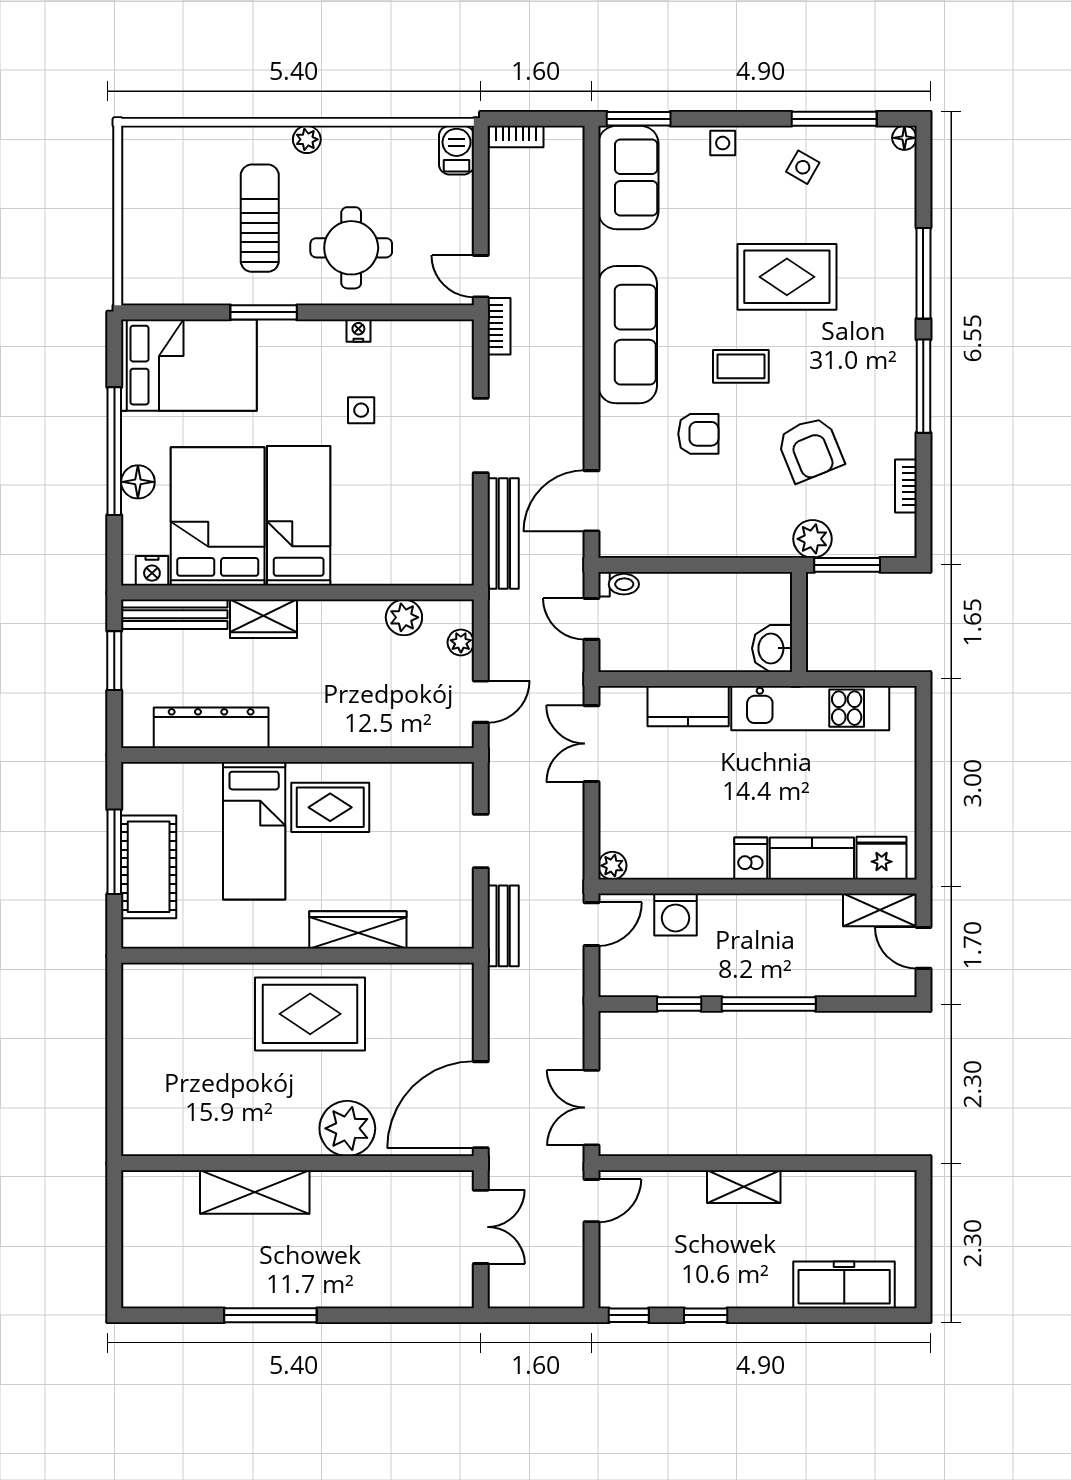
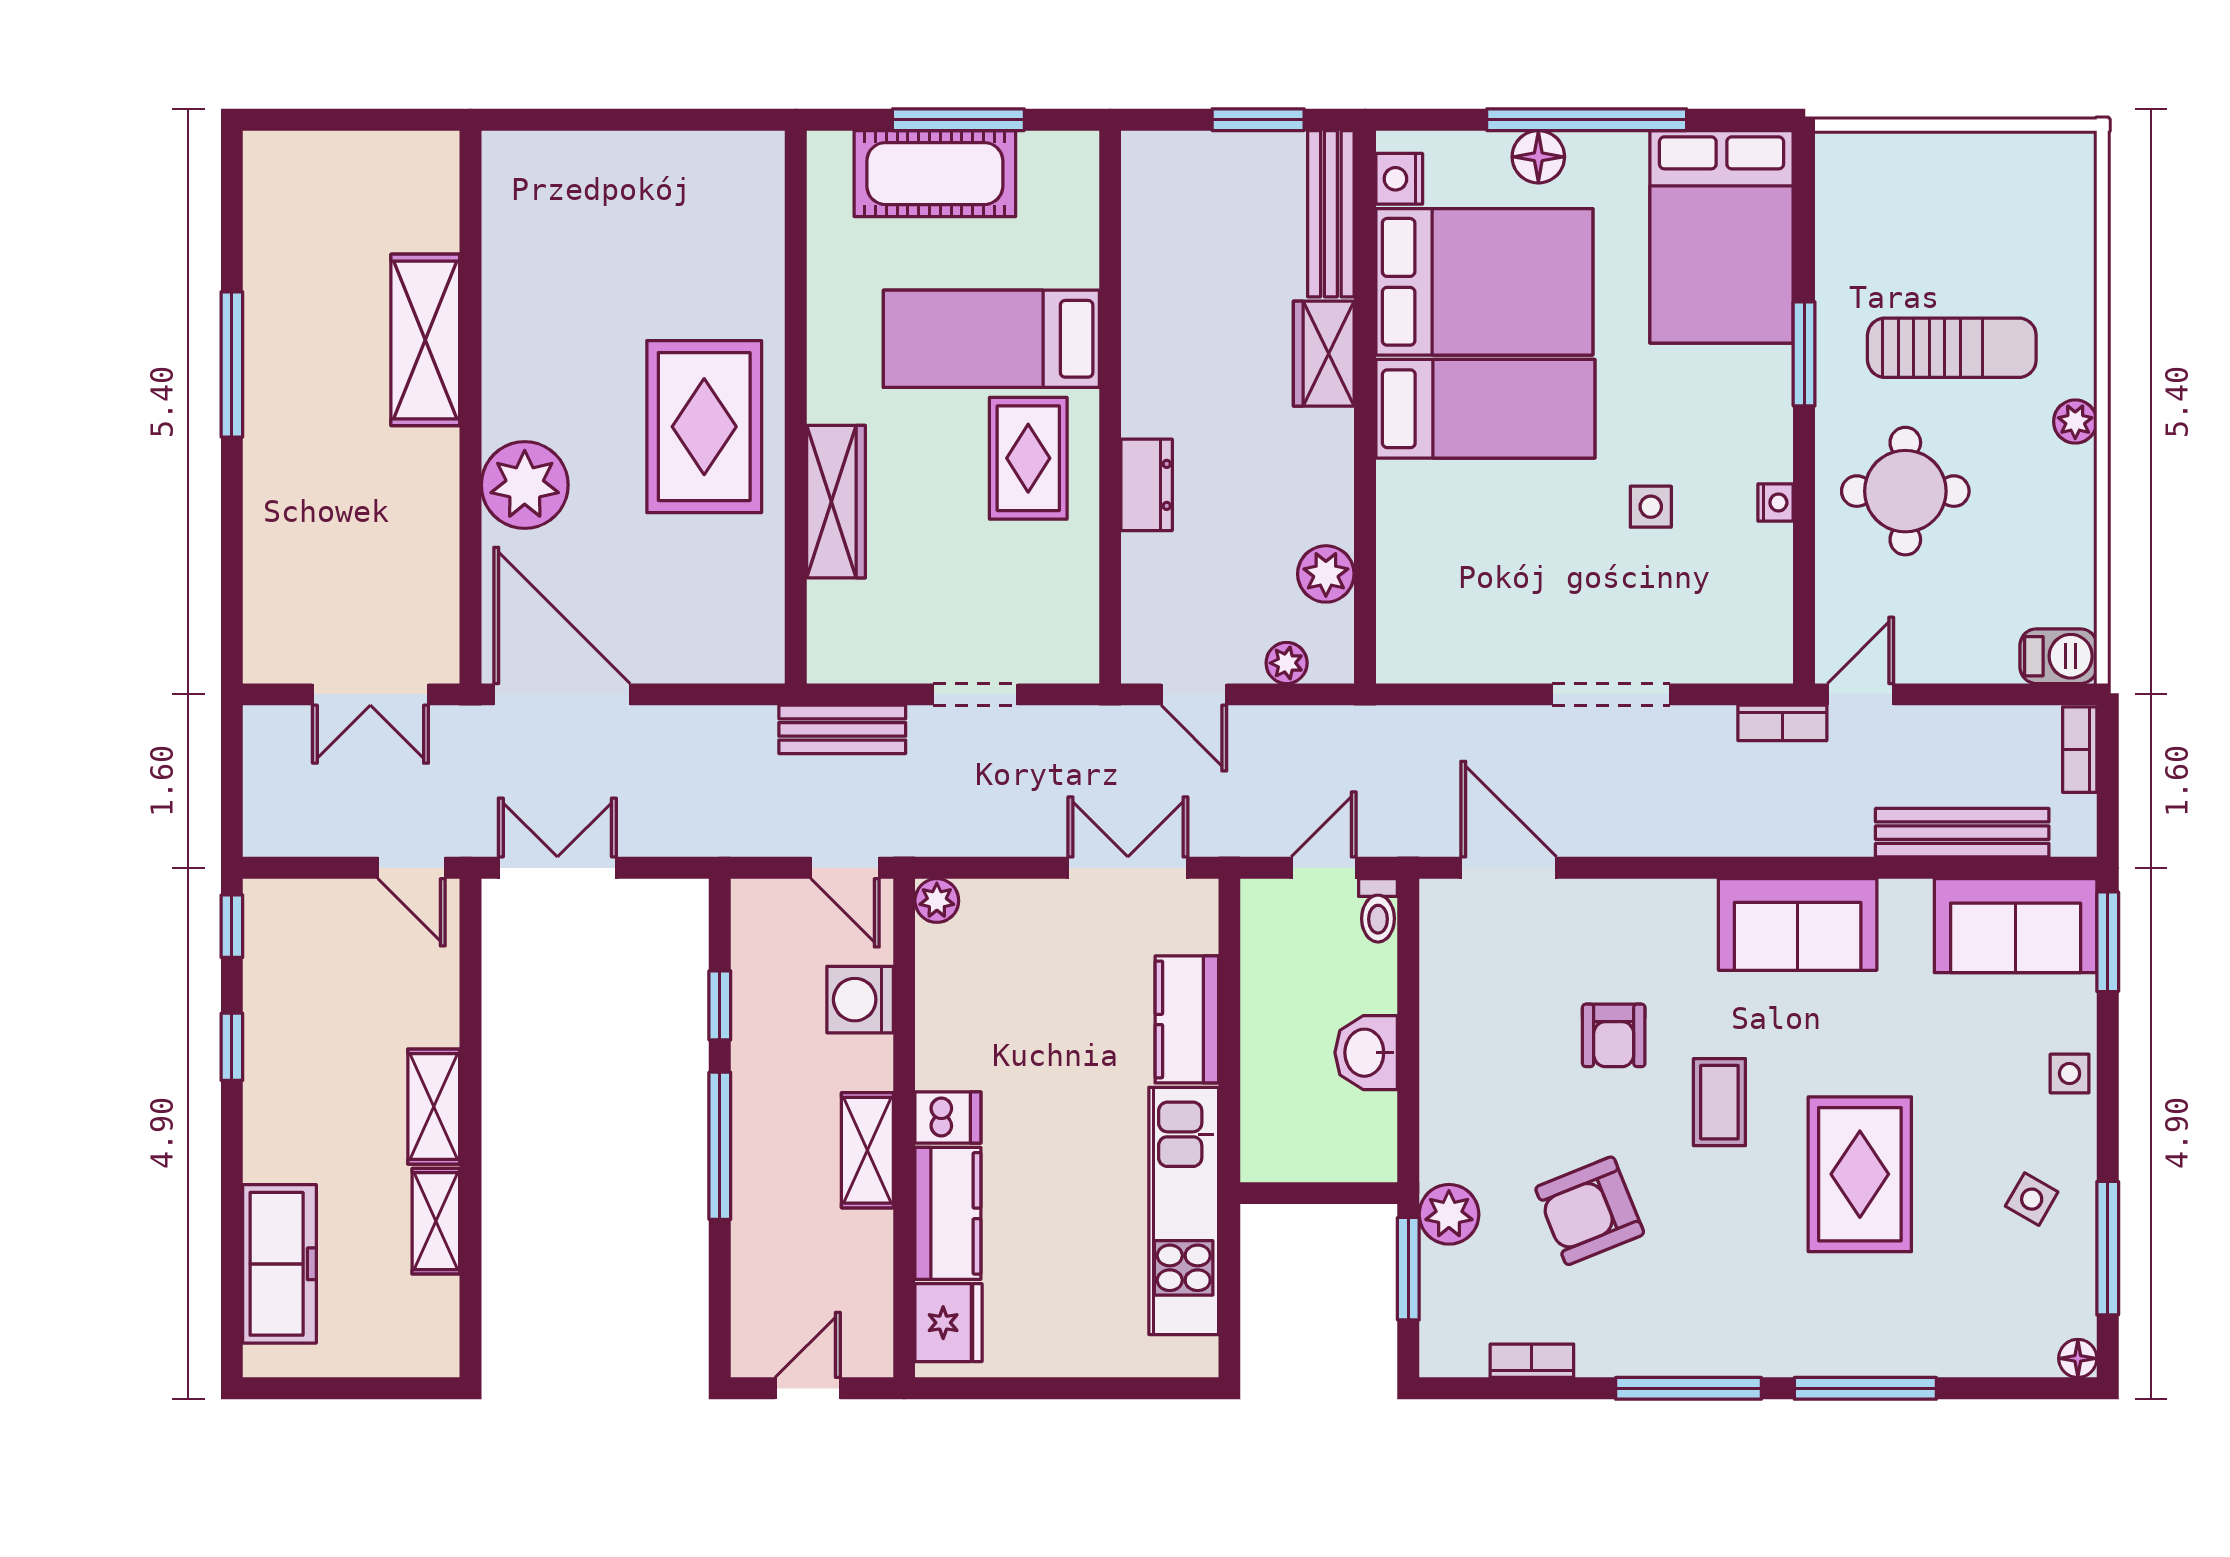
sofa: (628, 335) -> (1798, 924), width x0.73
bench: (503, 533) -> (1962, 833), moved
washbasin: (772, 648) -> (1366, 1053), moved, turned -90
dresser: (211, 728) -> (1147, 485), moved, width x0.51, depth x0.80
shelving: (880, 910) -> (867, 1150), moved
shelving: (817, 1185) -> (436, 1221), added

